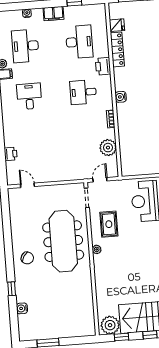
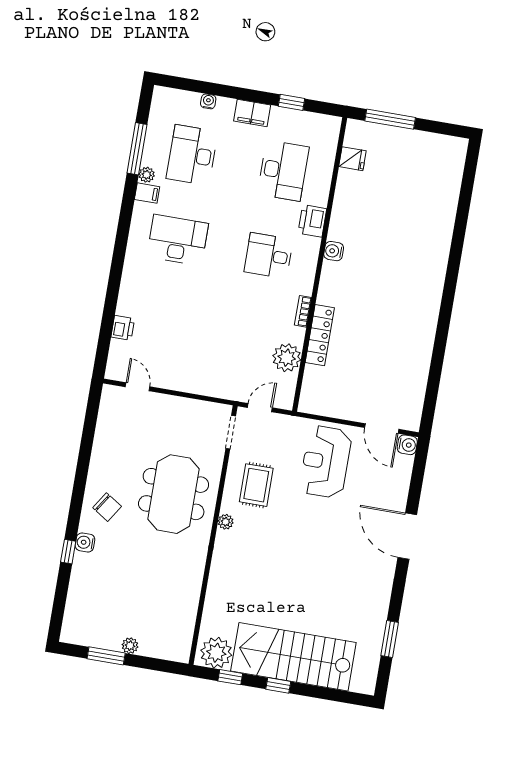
locker: (117, 49) -> (320, 335), moved
desk: (29, 96) -> (178, 240), width x1.37
water cooler: (121, 97) -> (334, 251), moved
meeting table: (63, 241) -> (174, 494), width x0.73
water cooler: (22, 308) -> (85, 542), moved
plant: (60, 333) -> (130, 646), added

